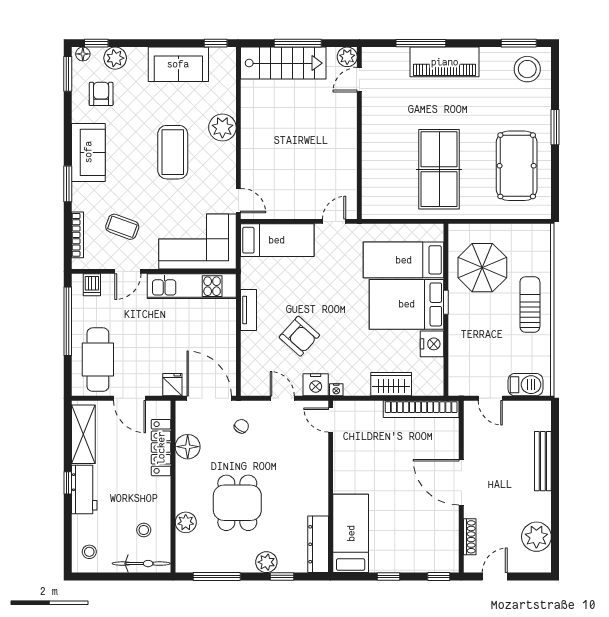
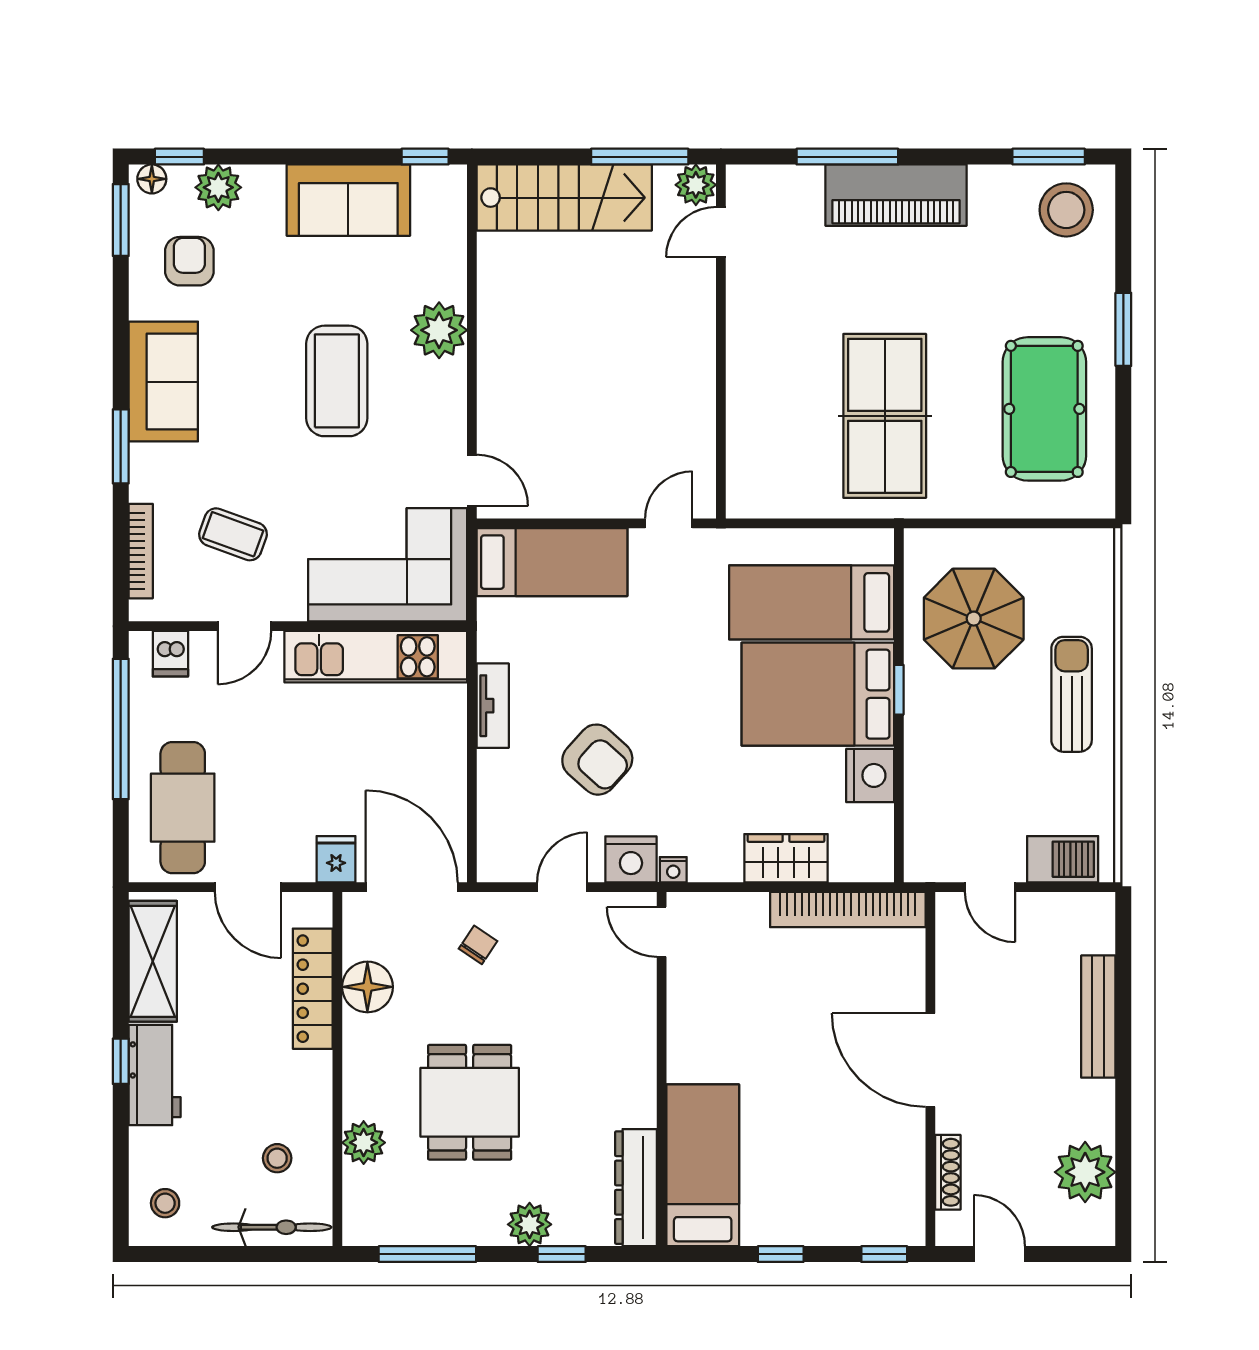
window: (298, 43) -> (640, 157), moved
door: (282, 398) -> (562, 887), hinge flipped
door: (495, 577) -> (999, 1254), hinge flipped

